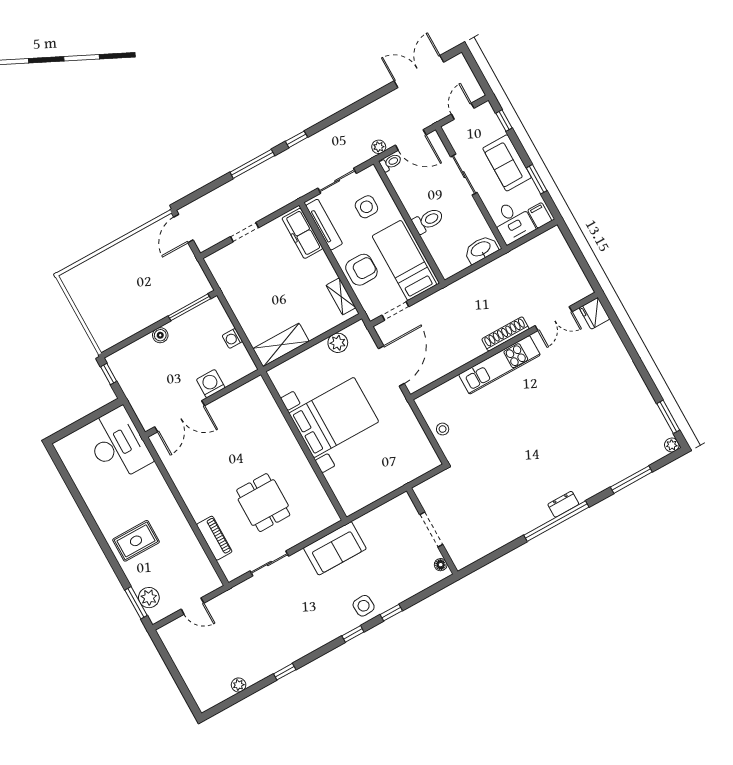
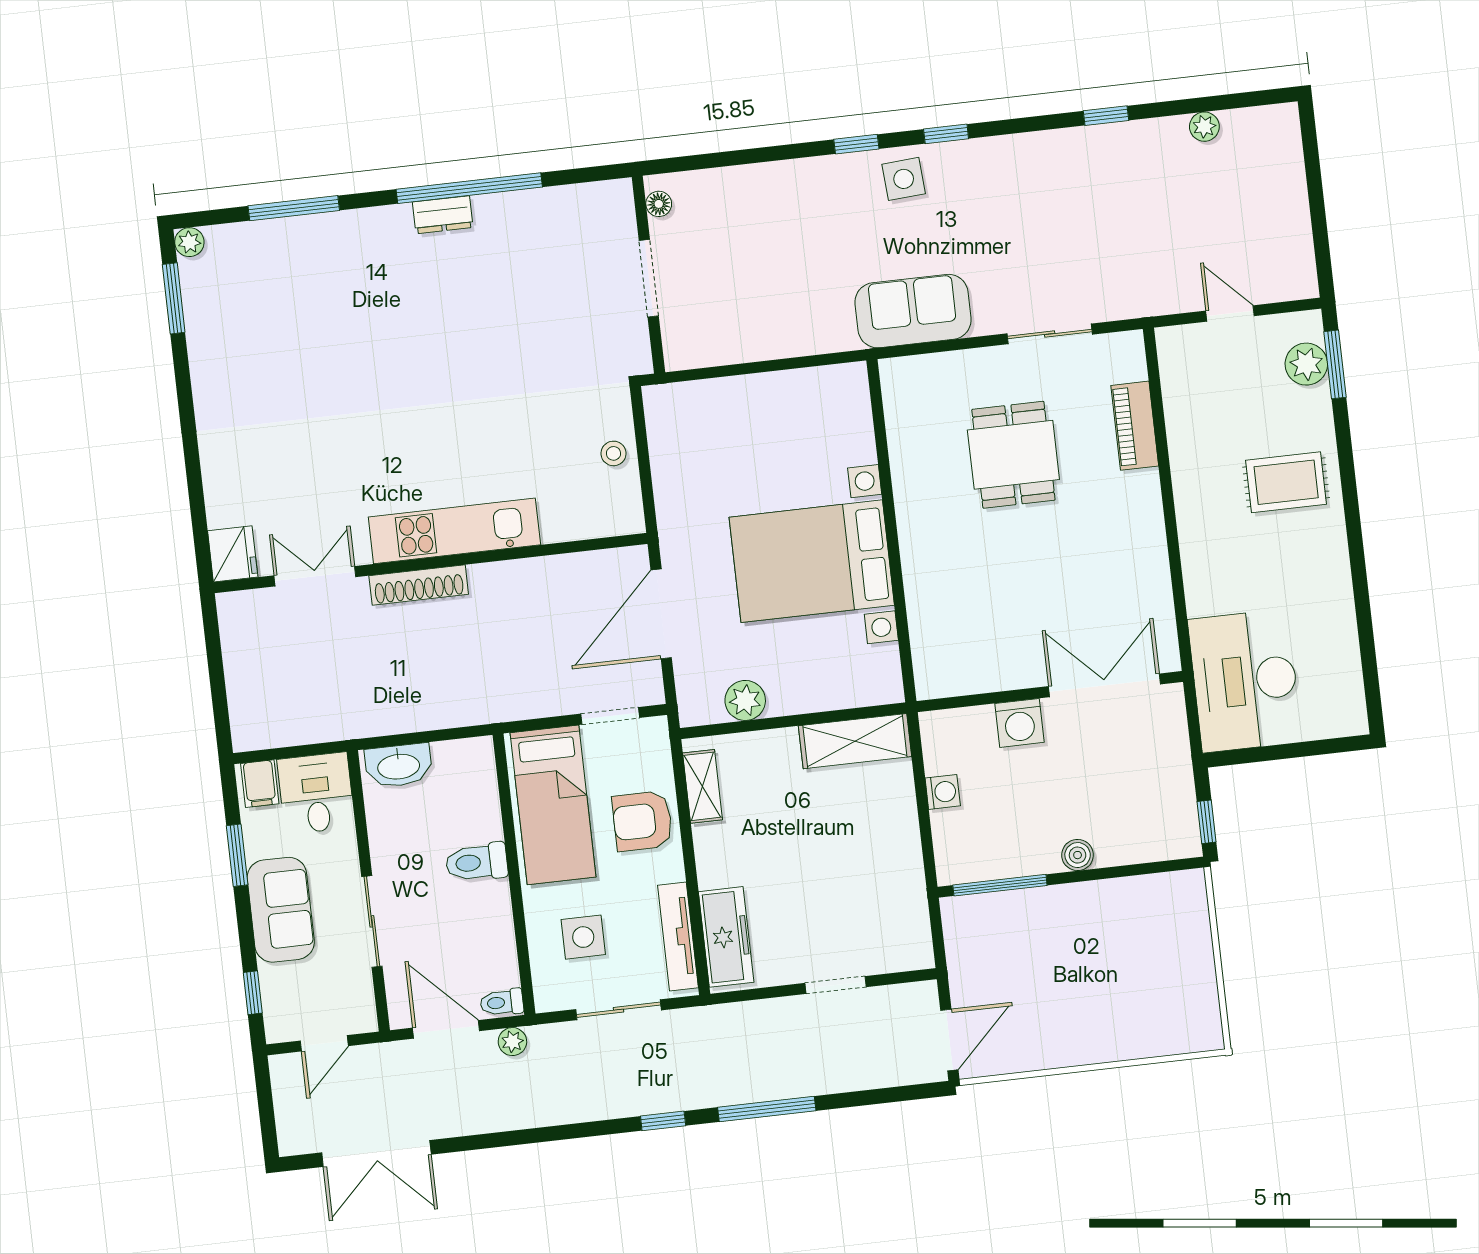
doorway: (431, 530) -> (649, 278), moved
wall: (432, 531) -> (648, 275), moved
floor lamp: (441, 565) -> (659, 204), moved

